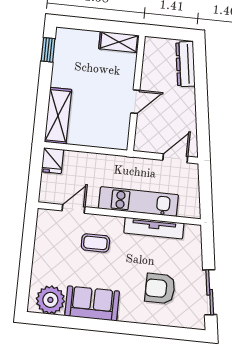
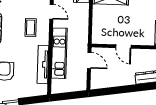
door: (175, 158) -> (89, 60), moved

